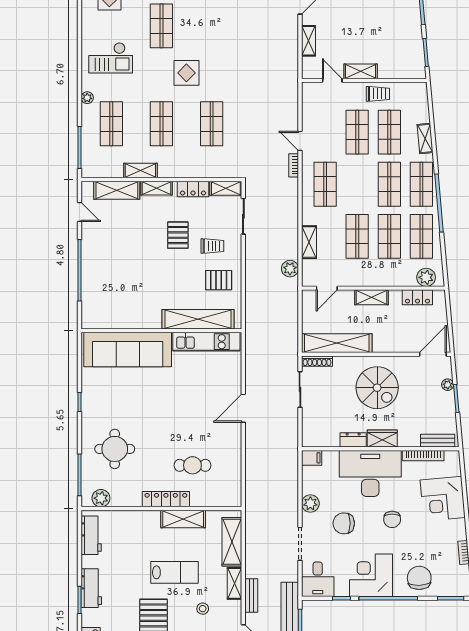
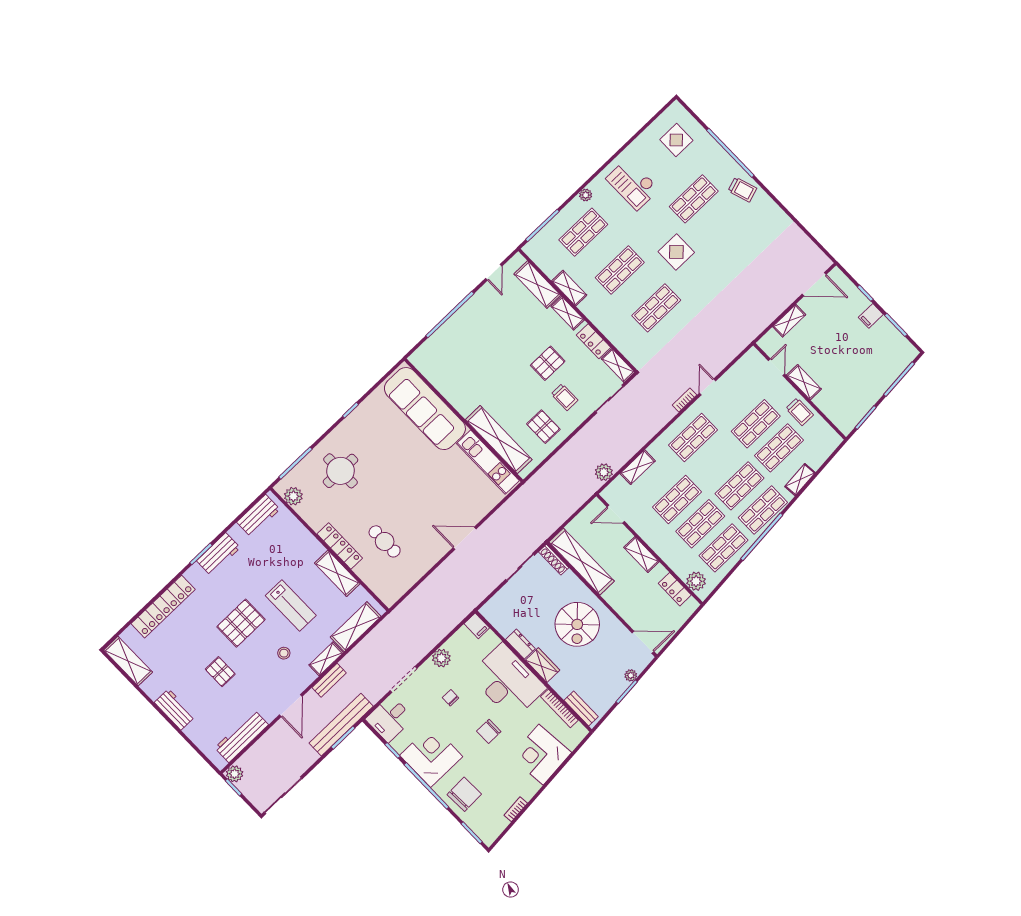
chair: (344, 523) -> (451, 698), width x0.54, depth x0.54

